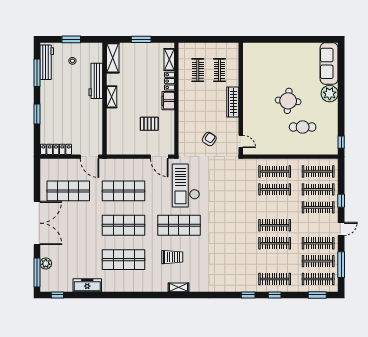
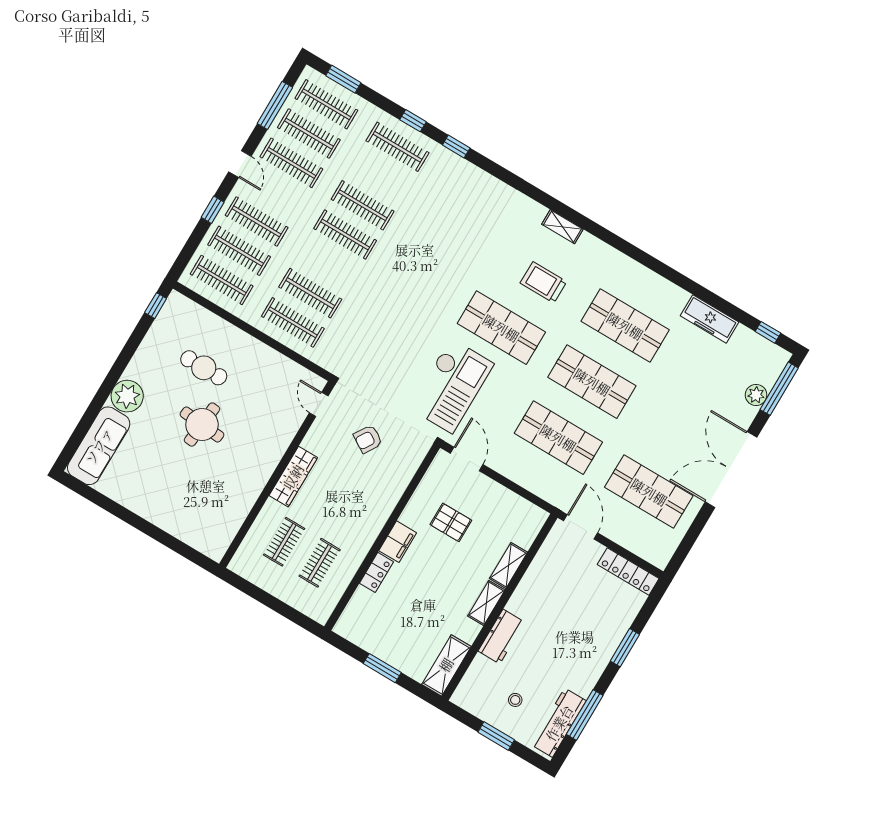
shelving: (169, 60) -> (508, 565), moved
workbench: (96, 81) -> (501, 637), width x0.73
door: (341, 229) -> (240, 164), swing flipped

